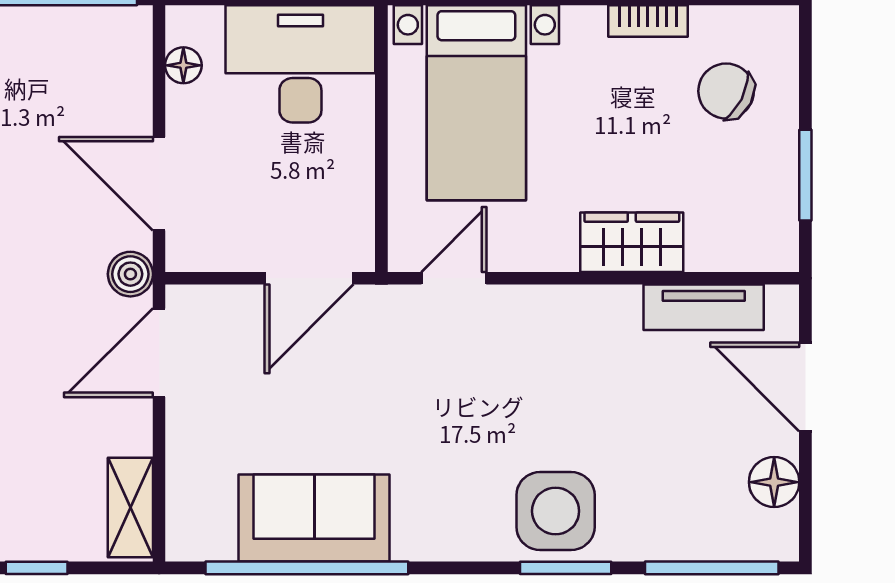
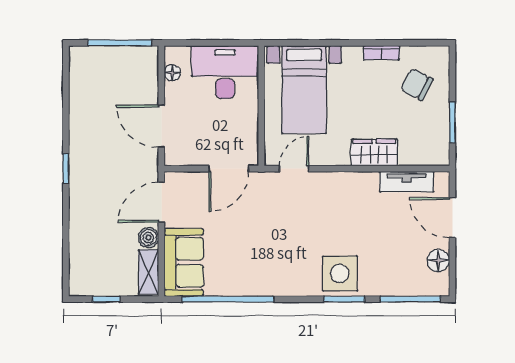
boiler: (130, 274) -> (148, 238), moved
sofa: (314, 518) -> (184, 262), moved, turned 90

